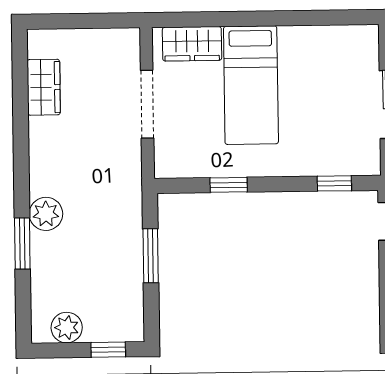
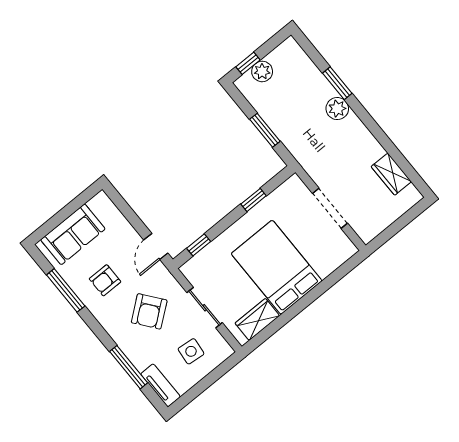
wardrobe: (192, 44) -> (257, 319), moved
bed: (251, 85) -> (277, 267), width x1.50
plant: (67, 328) -> (262, 71), moved

